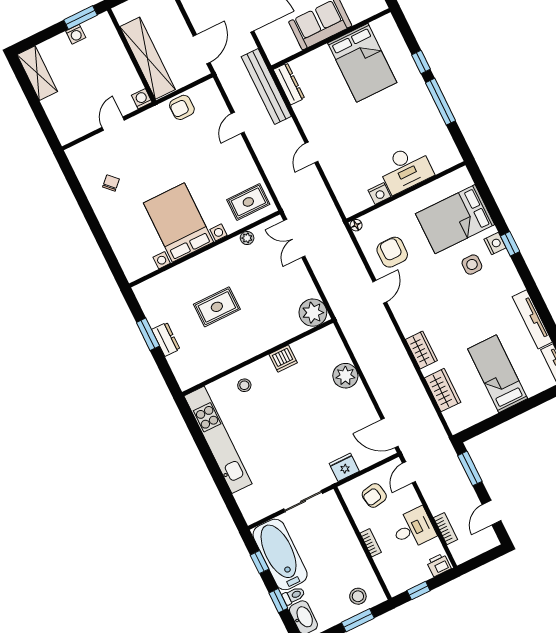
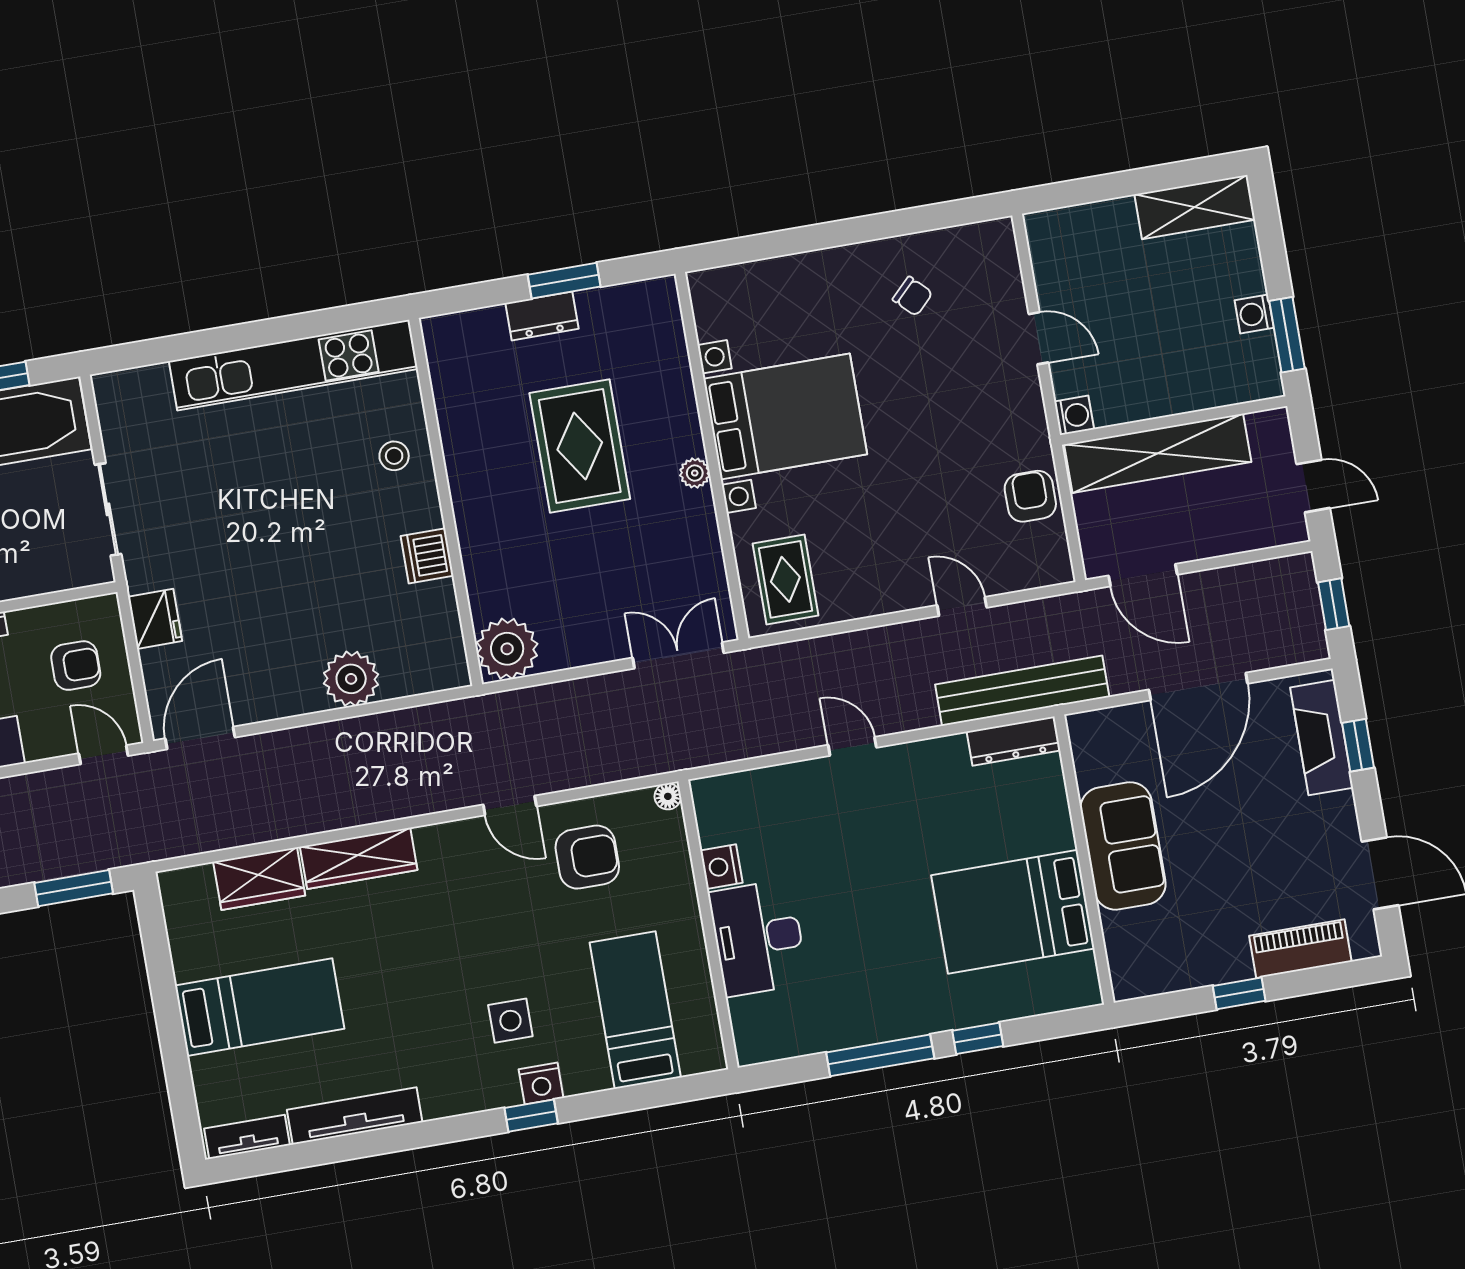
bed: (455, 219) -> (635, 1010), width x0.67
plant: (247, 238) -> (695, 473), moved
rug: (217, 307) -> (580, 446), width x1.36, depth x1.43
wardrobe: (421, 350) -> (359, 858), width x1.50
armchair: (374, 495) -> (76, 666), turned 100

